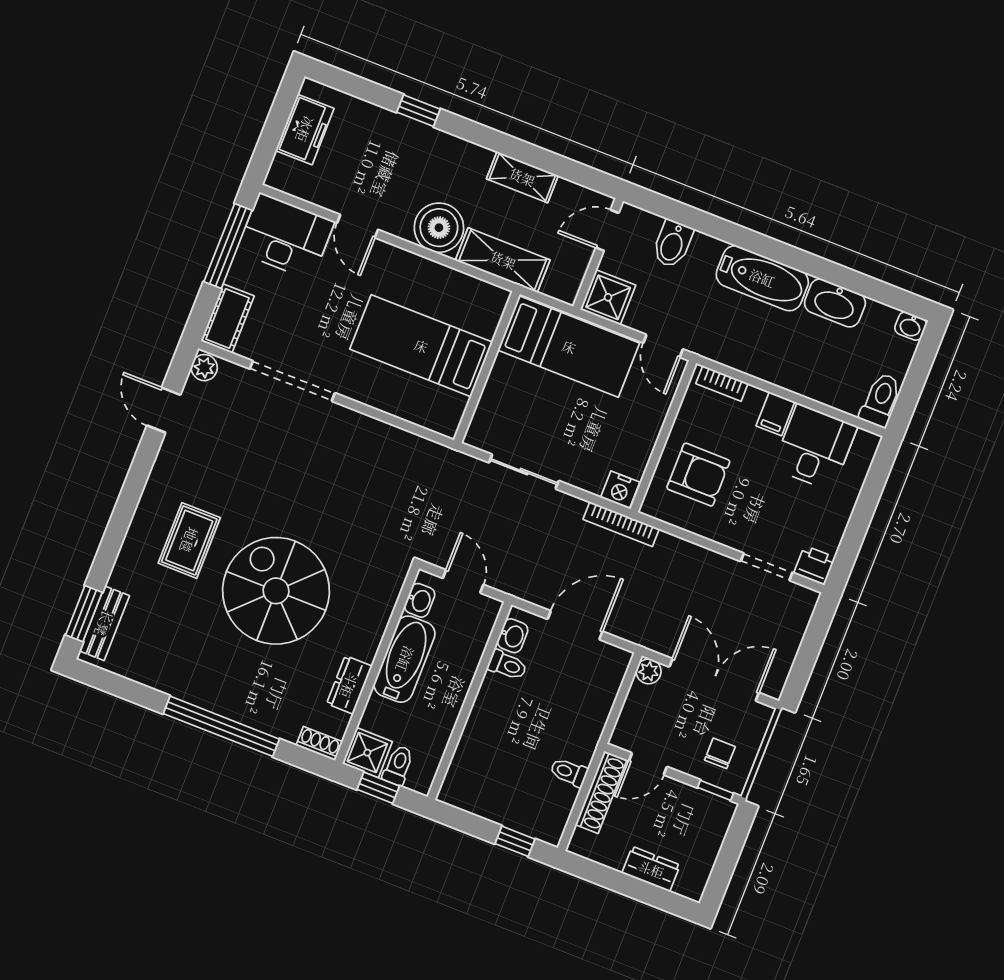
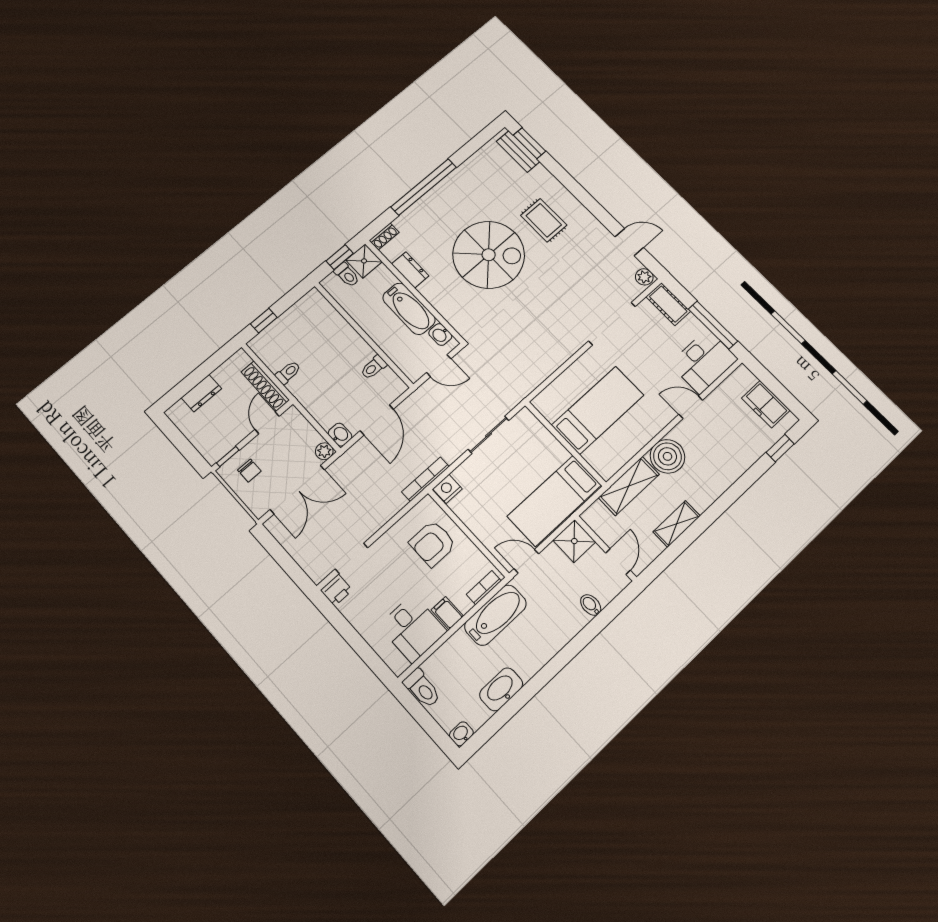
window: (419, 111) -> (780, 448), moved
bidet: (673, 244) -> (591, 605), width x0.72, depth x0.74
bathtub: (762, 278) -> (495, 615), moved, turned 180
washbasin: (513, 636) -> (340, 435), moved, turned 180

